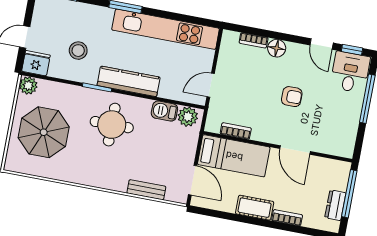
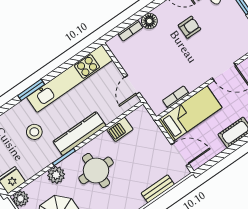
stool: (78, 51) -> (34, 132), moved
armchair: (292, 97) -> (189, 27), moved
plant: (188, 117) -> (56, 175), moved

